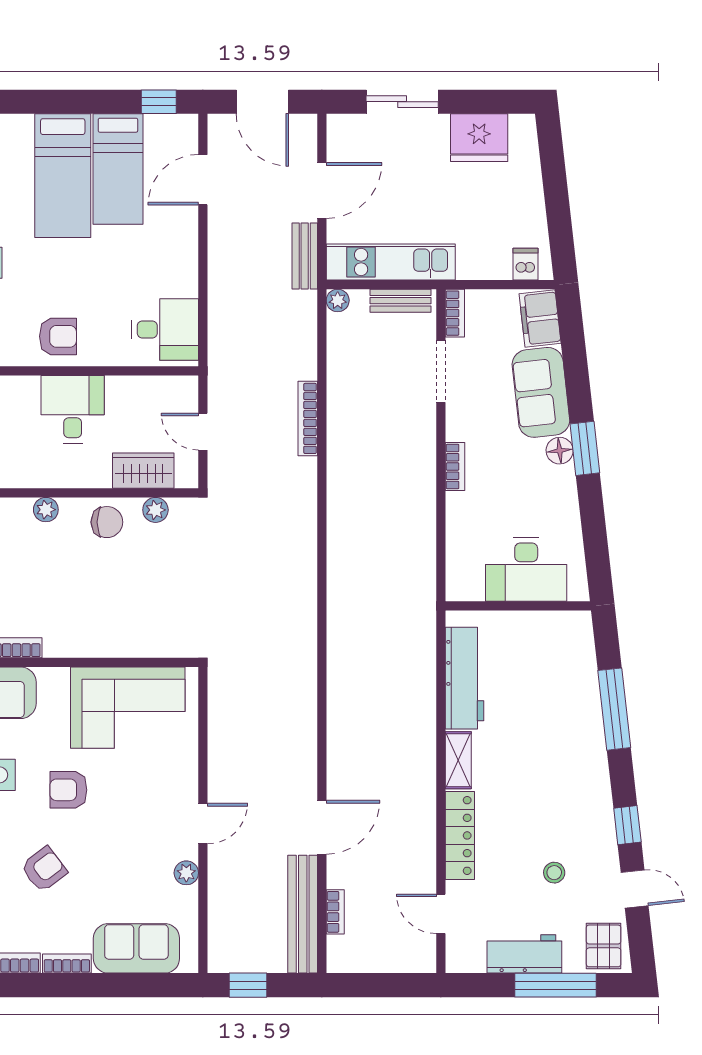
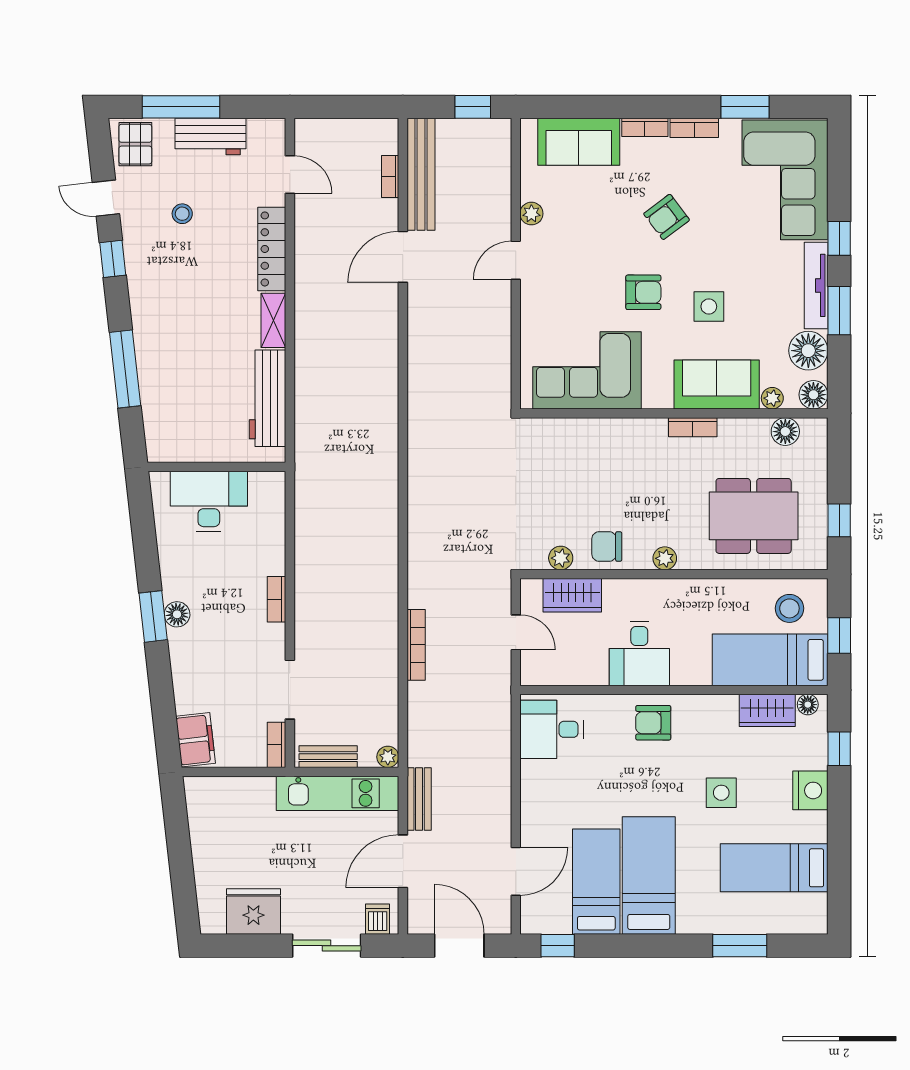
dishwasher: (526, 264) -> (378, 919), moved, turned 180
sofa: (541, 392) -> (195, 670), removed

